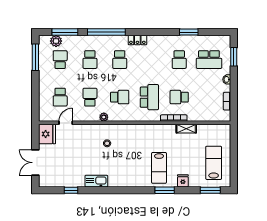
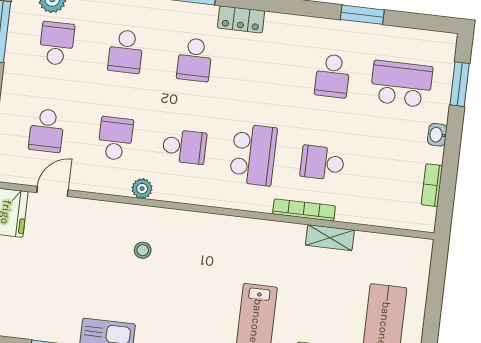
school desk: (209, 60) -> (401, 84), turned 180

